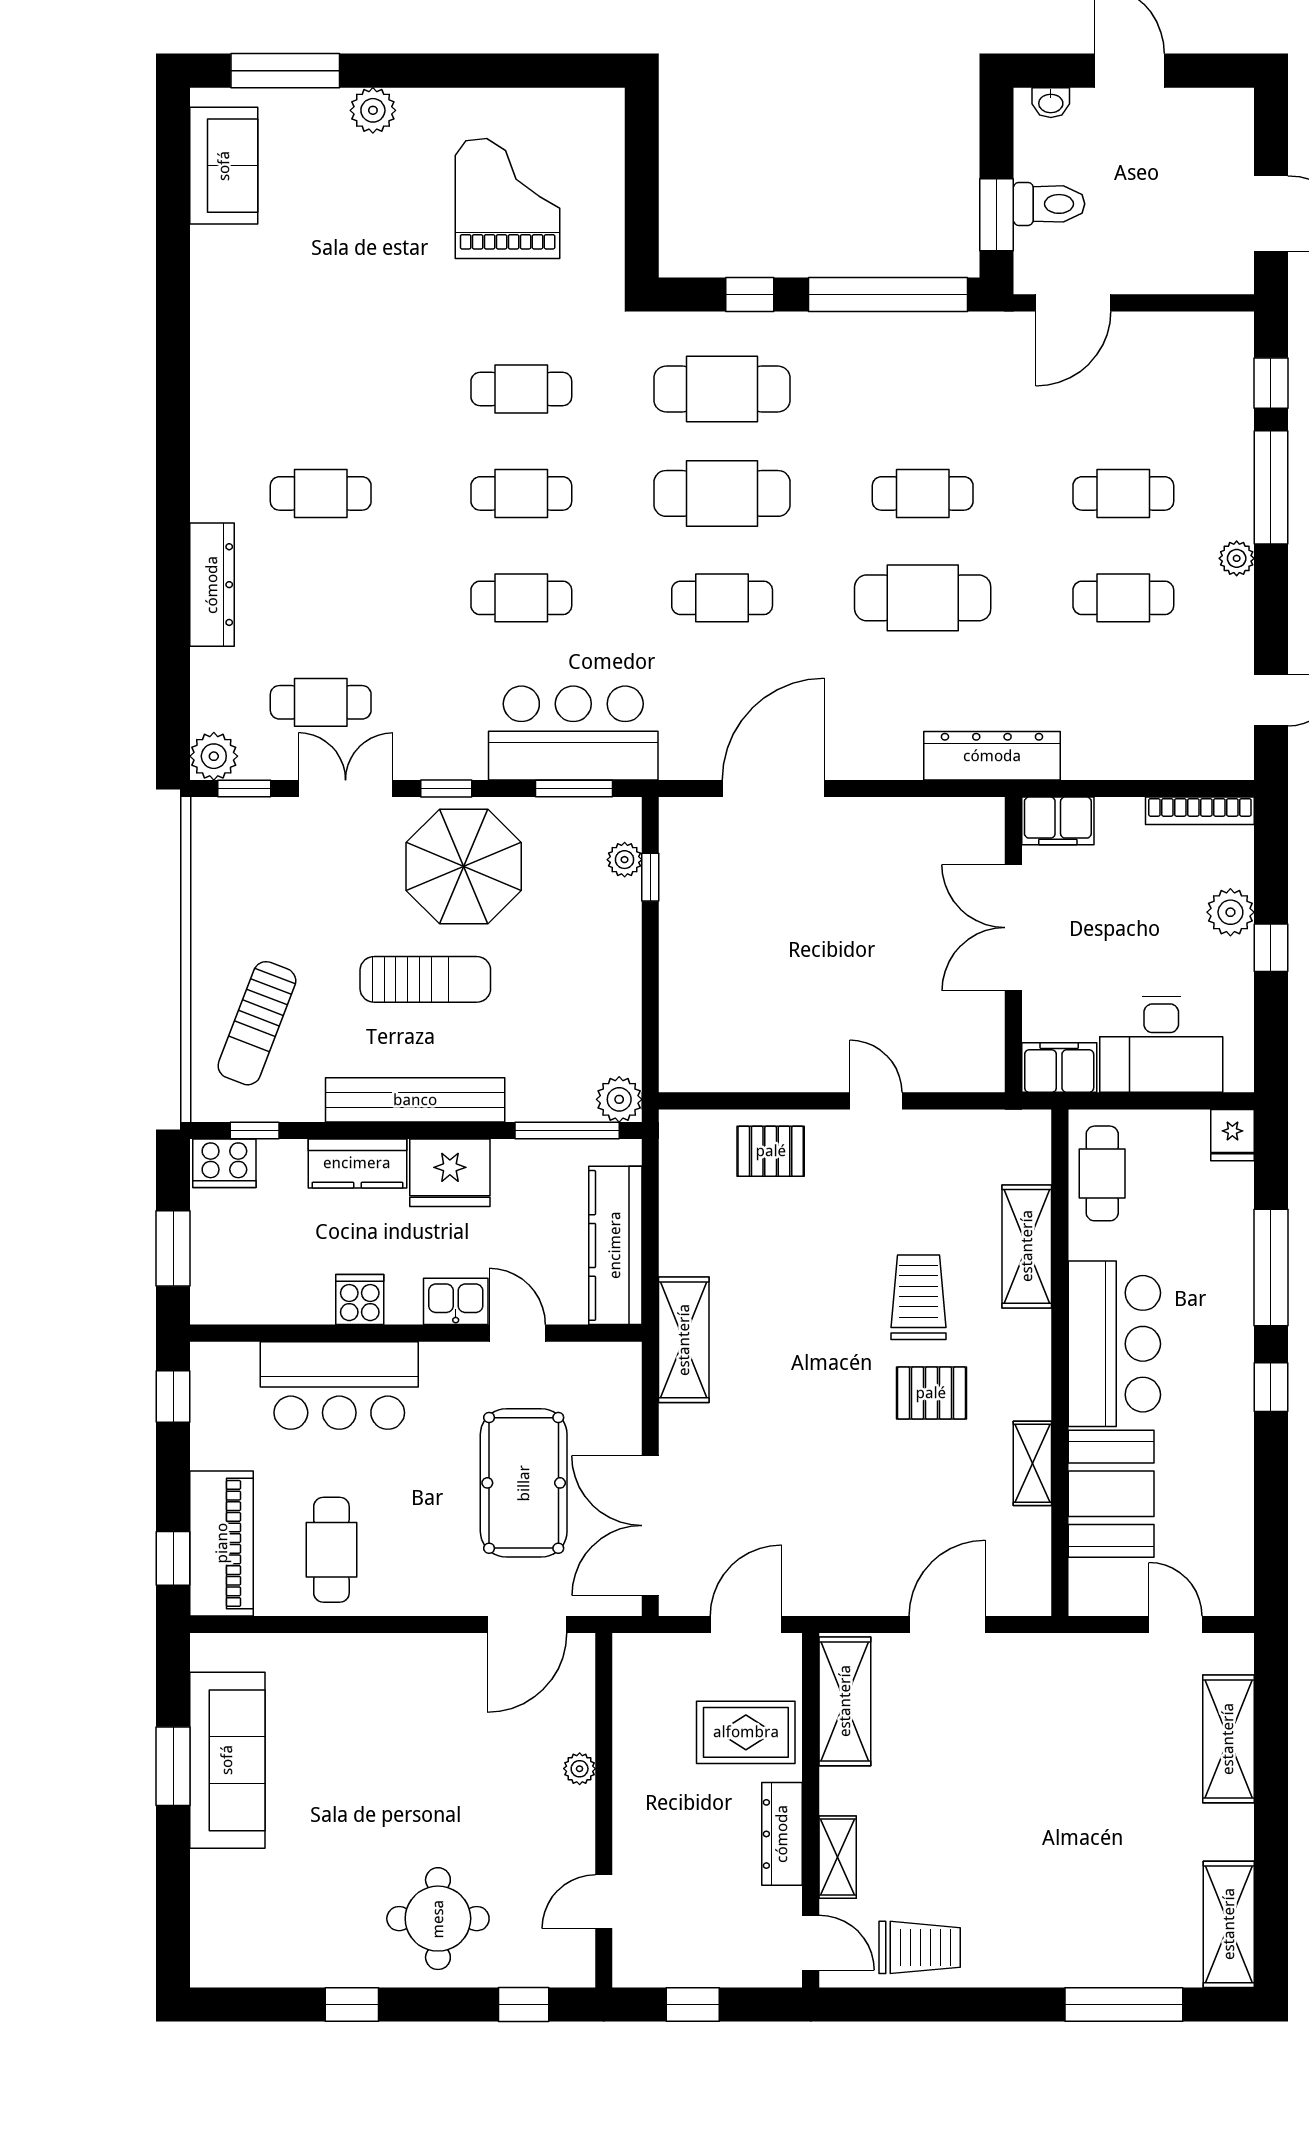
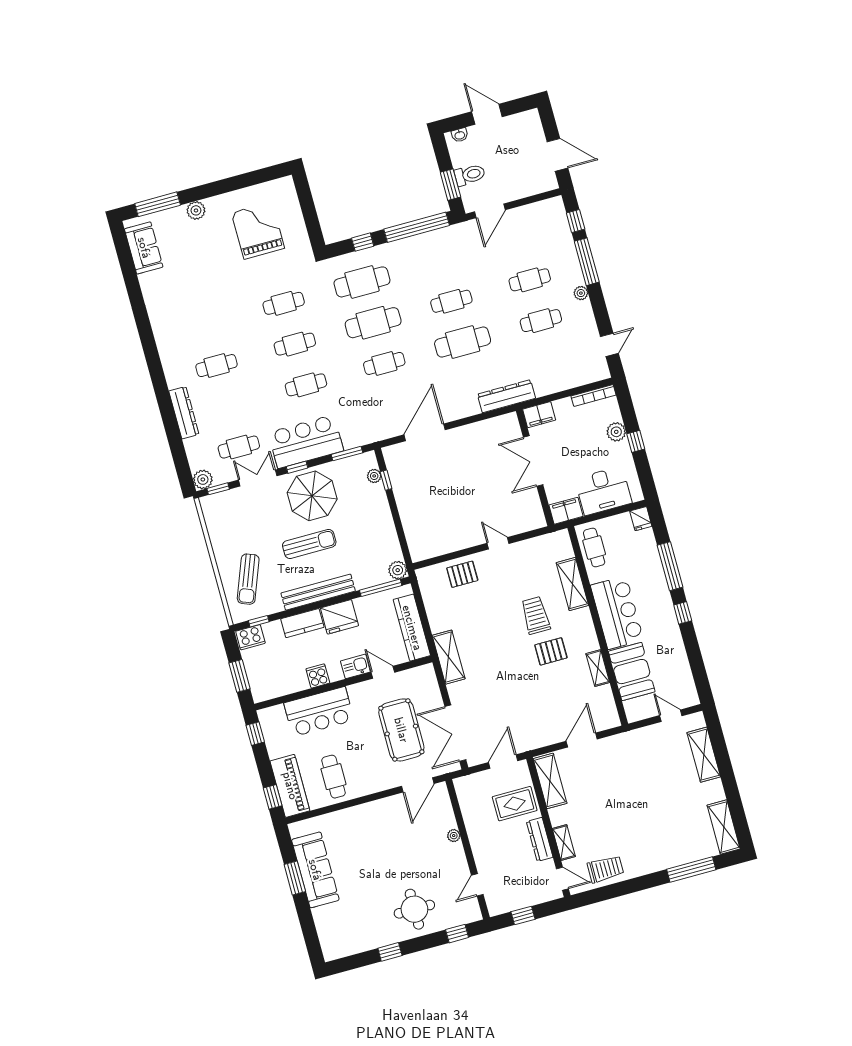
bar counter: (573, 733) -> (306, 442), moved

